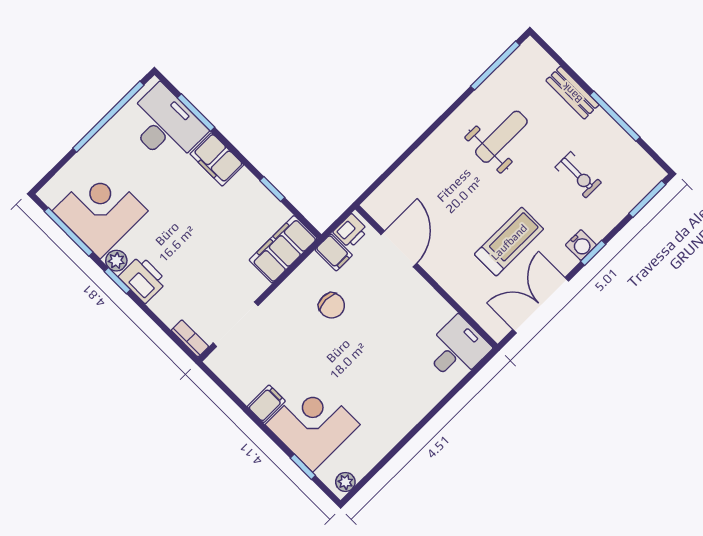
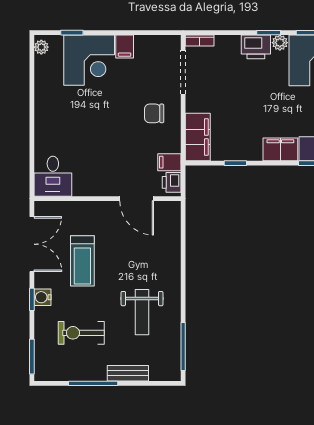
exercise bike: (578, 175) -> (81, 333), width x1.38, depth x1.39
chair: (332, 305) -> (154, 113), moved

